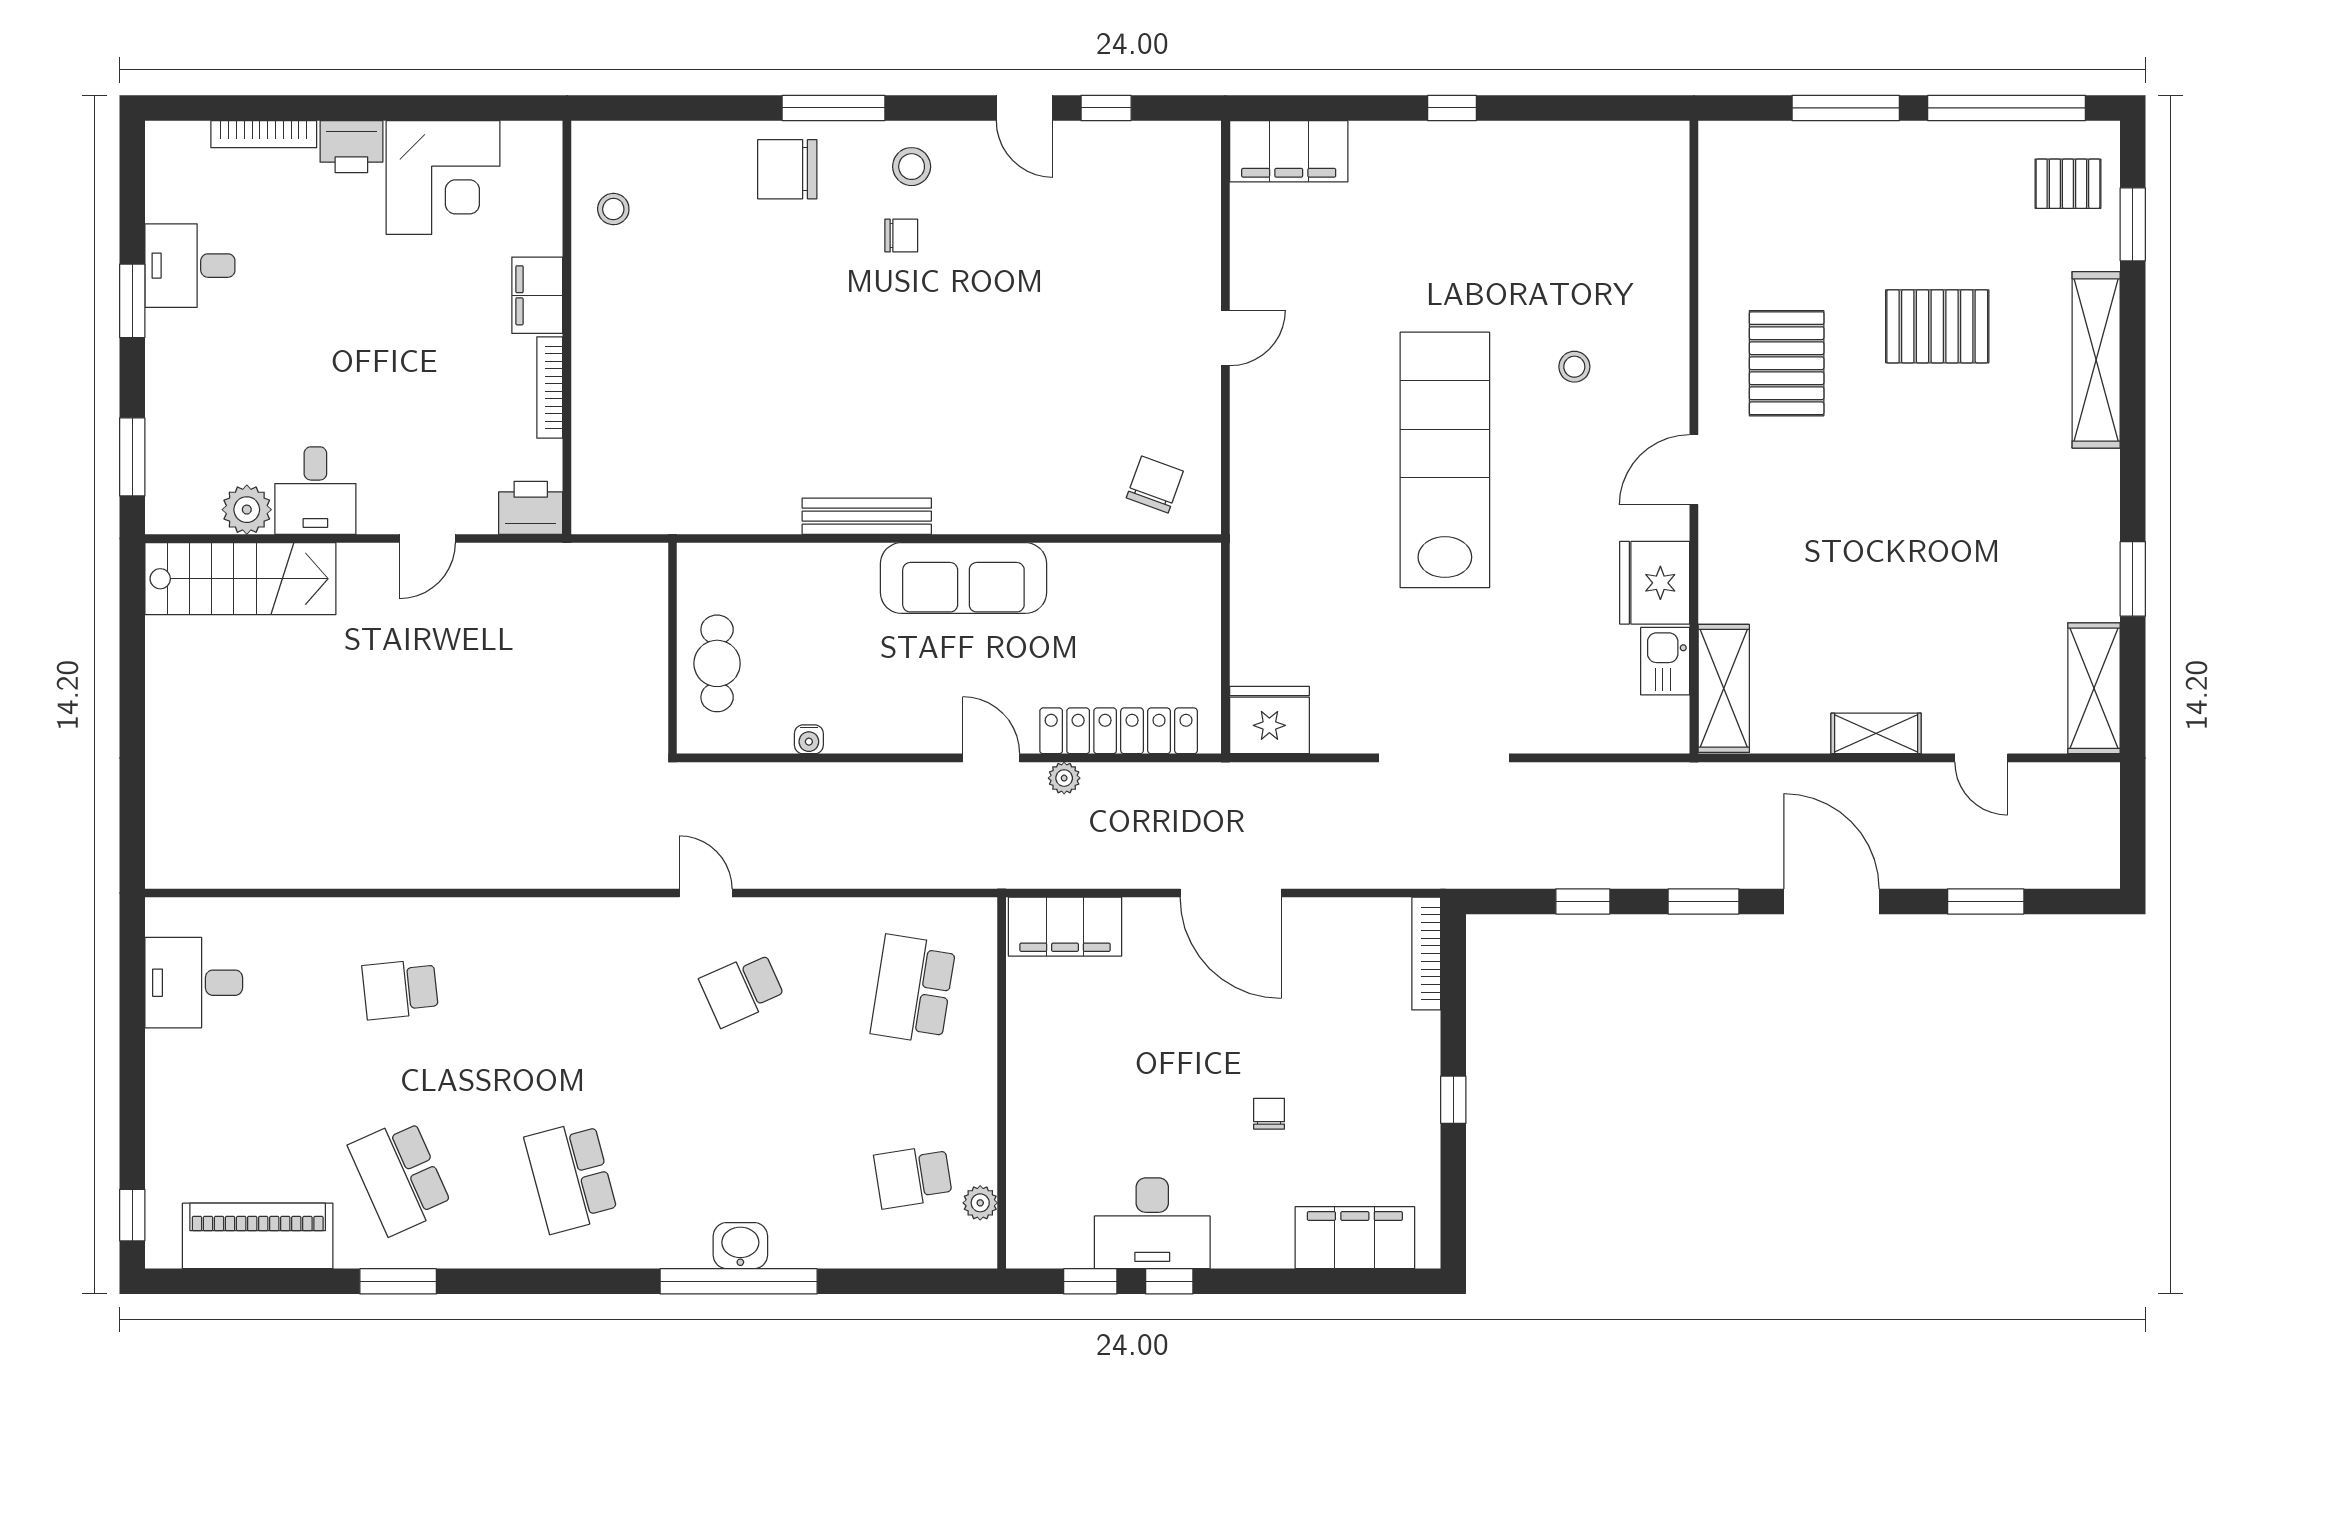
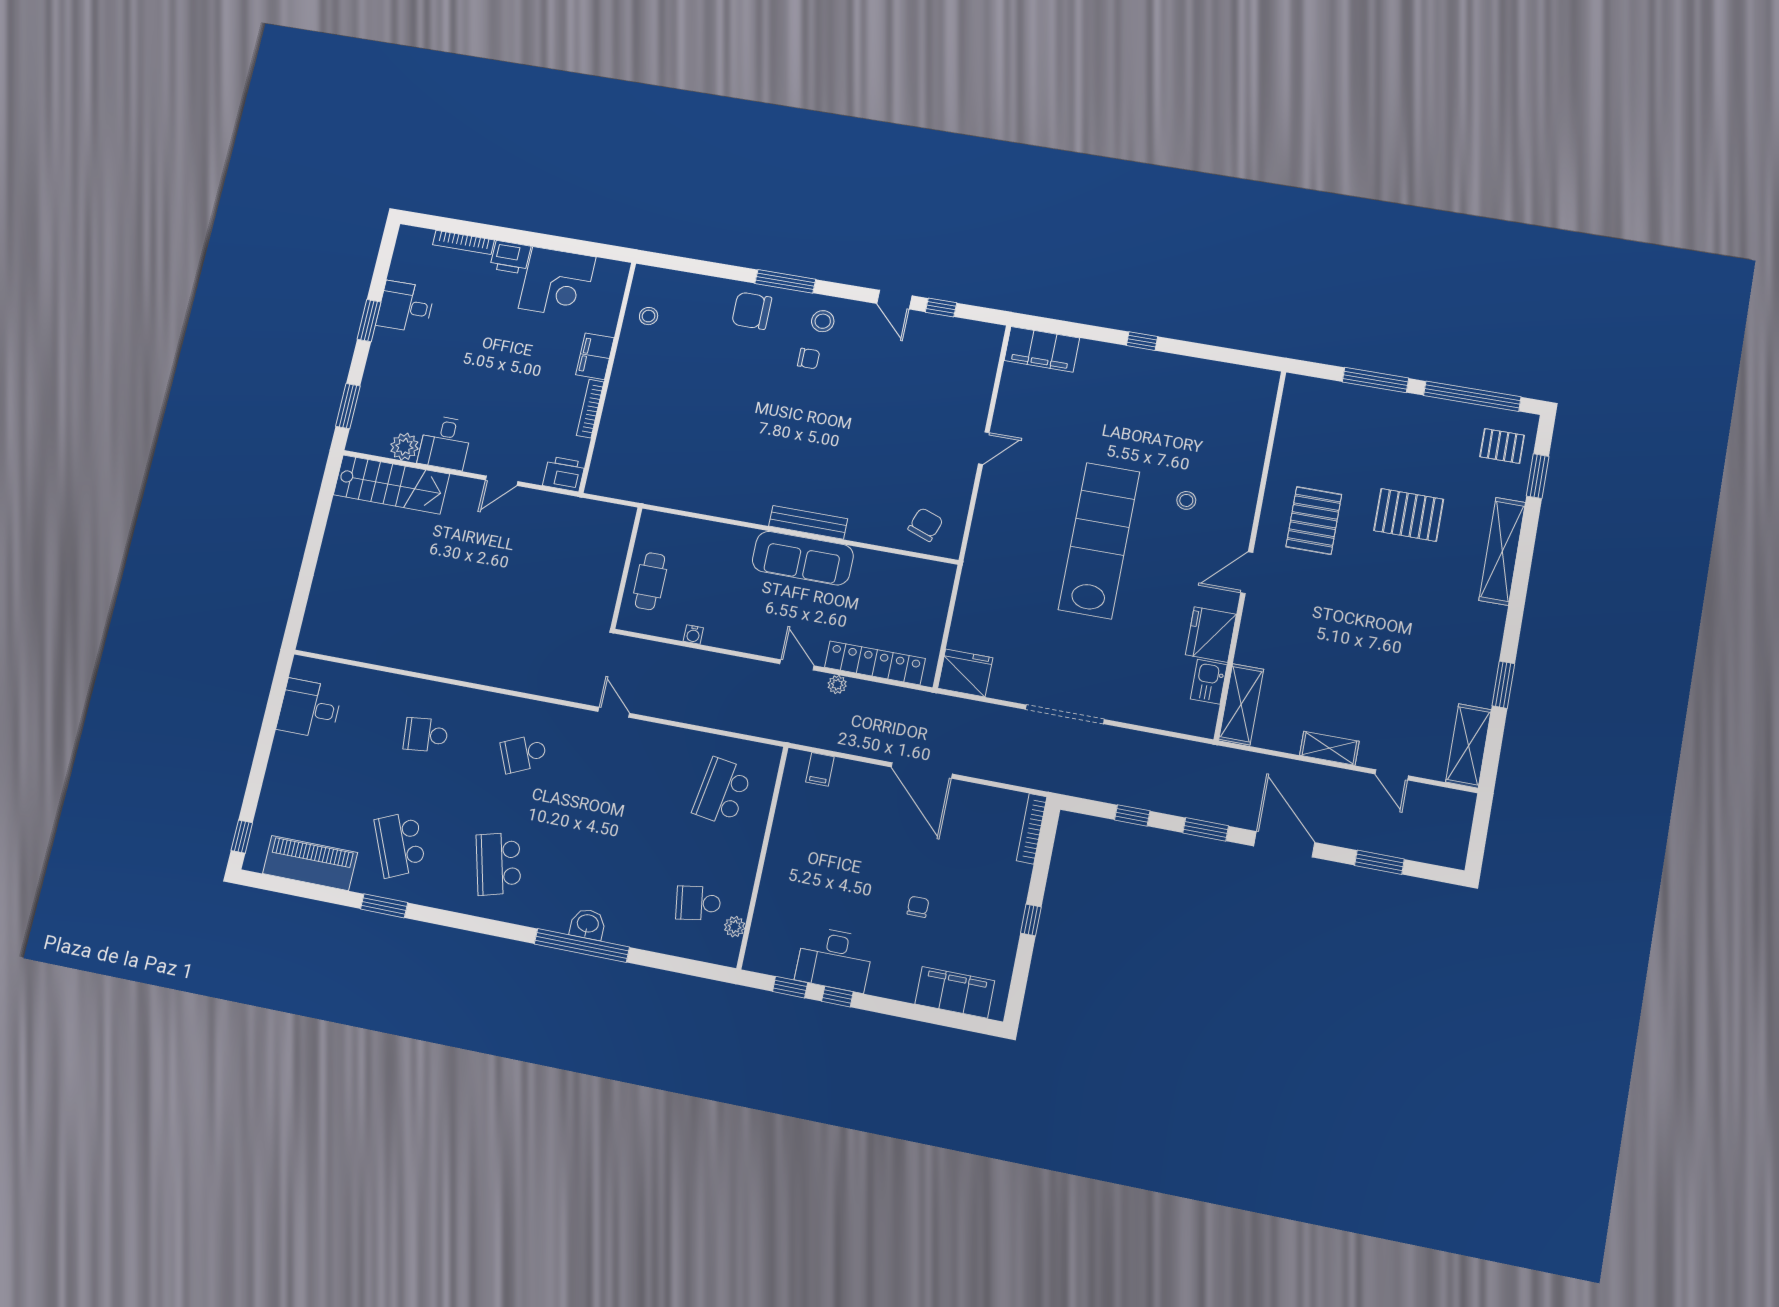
bench: (867, 516) -> (808, 522), moved
filing cabinet: (1065, 927) -> (820, 769), width x0.33, depth x0.86
school desk: (742, 989) -> (524, 754), moved

